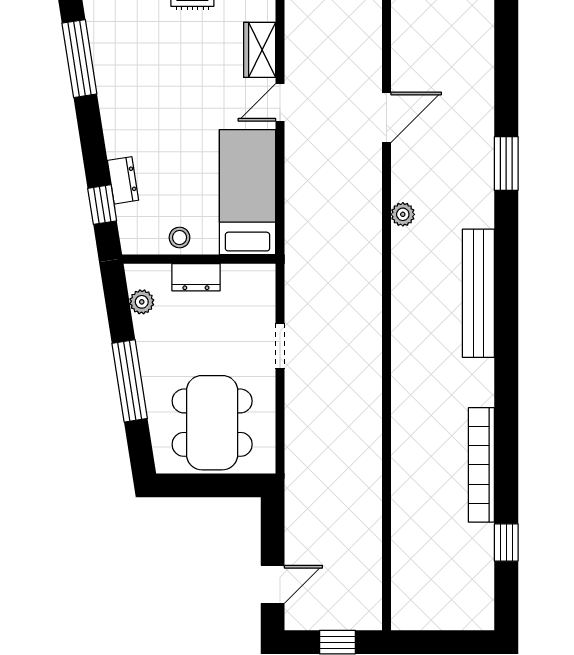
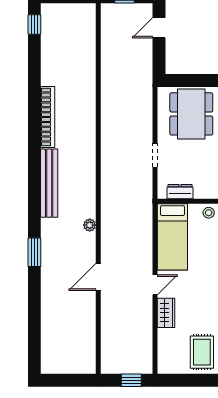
dresser: (196, 277) -> (180, 192), moved
bookcase: (481, 465) -> (48, 117), moved
window: (506, 543) -> (34, 24), moved

